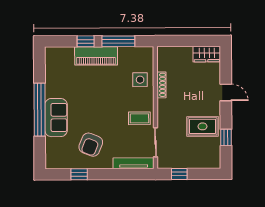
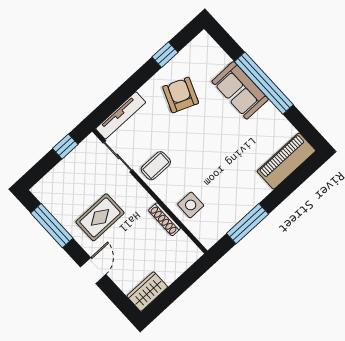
window: (86, 41) -> (280, 194), removed
piano: (96, 56) -> (286, 161), moved
door: (226, 92) -> (93, 271), swing flipped
rug: (203, 126) -> (100, 217), moved
window: (226, 137) -> (52, 226), width x2.17

